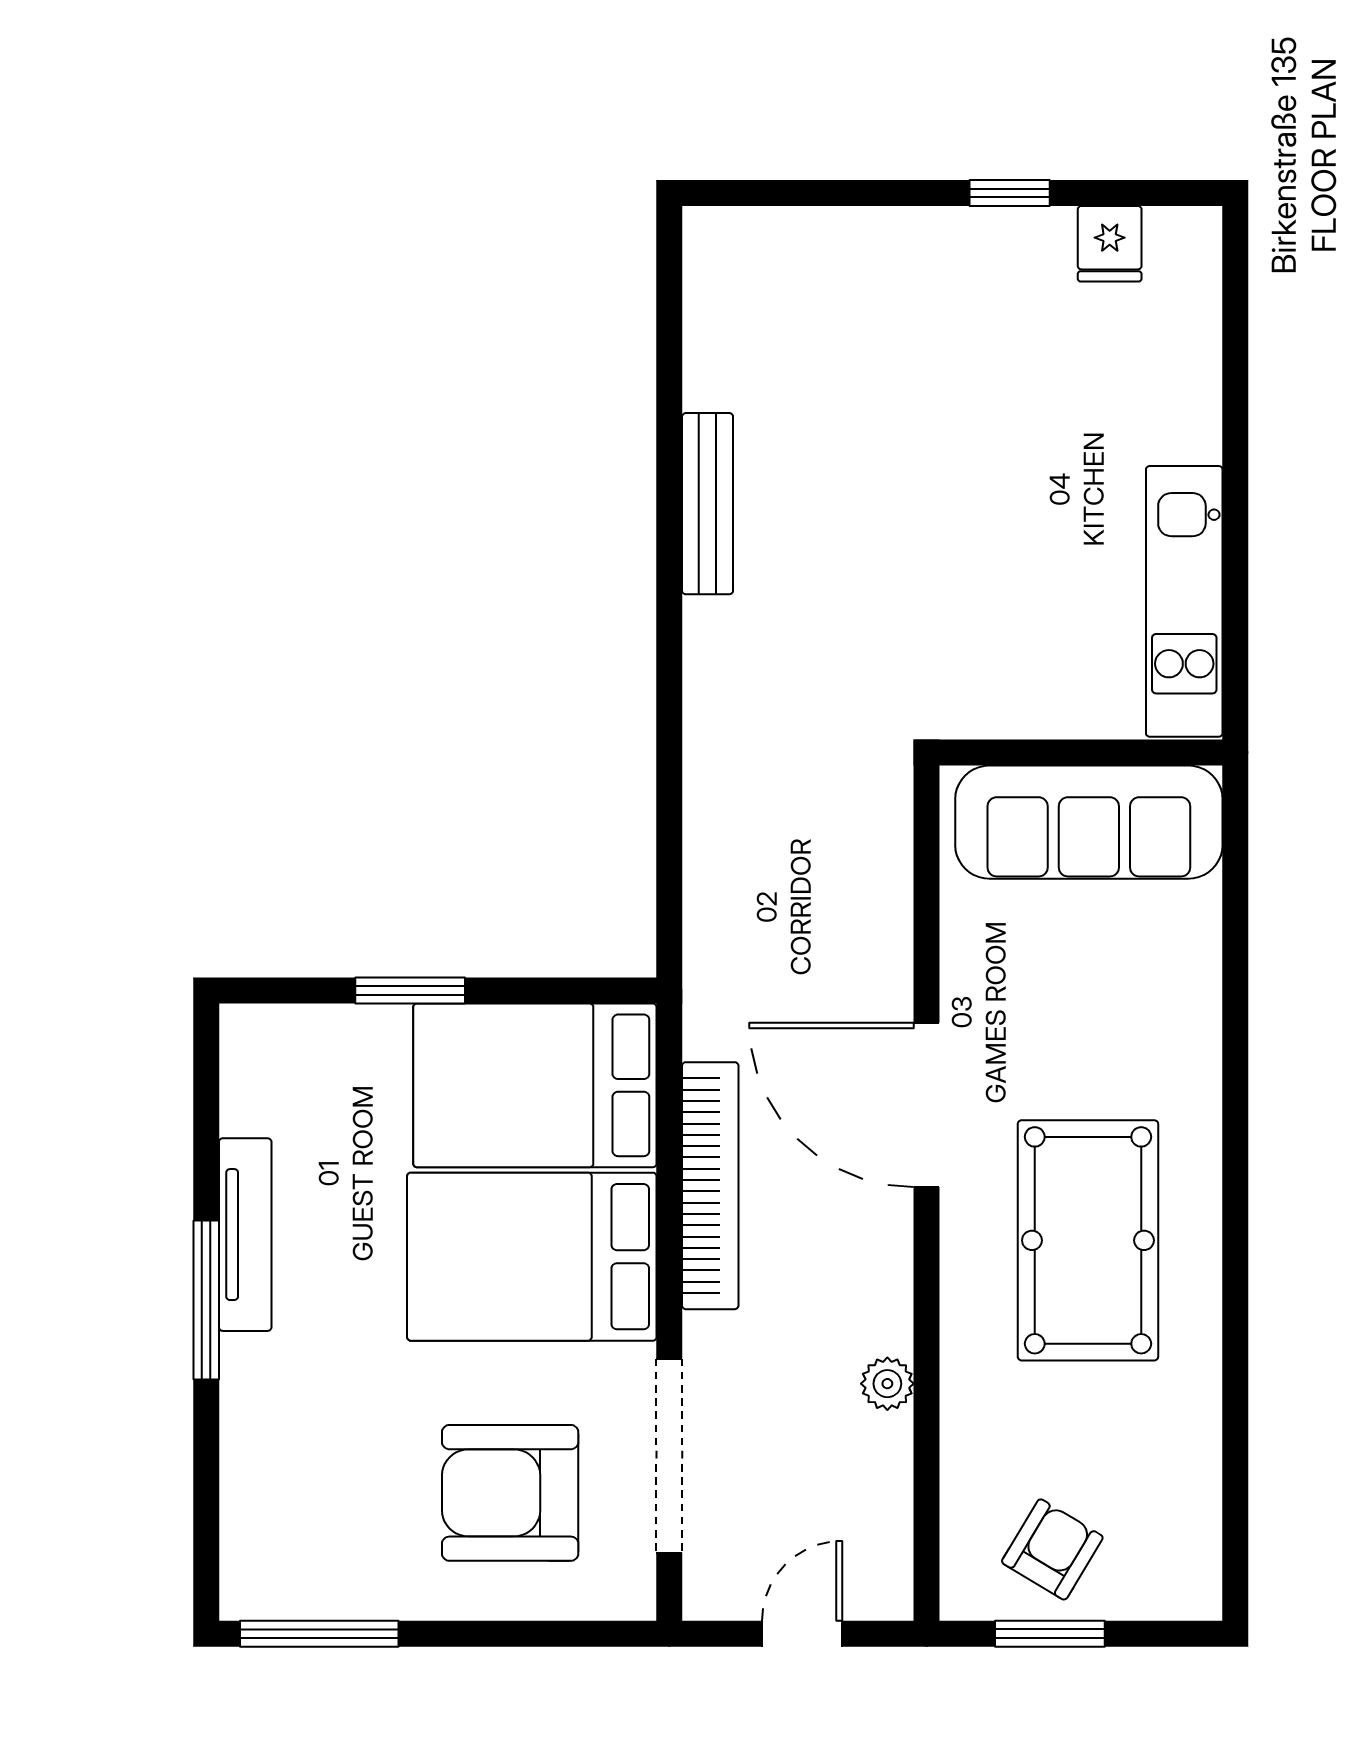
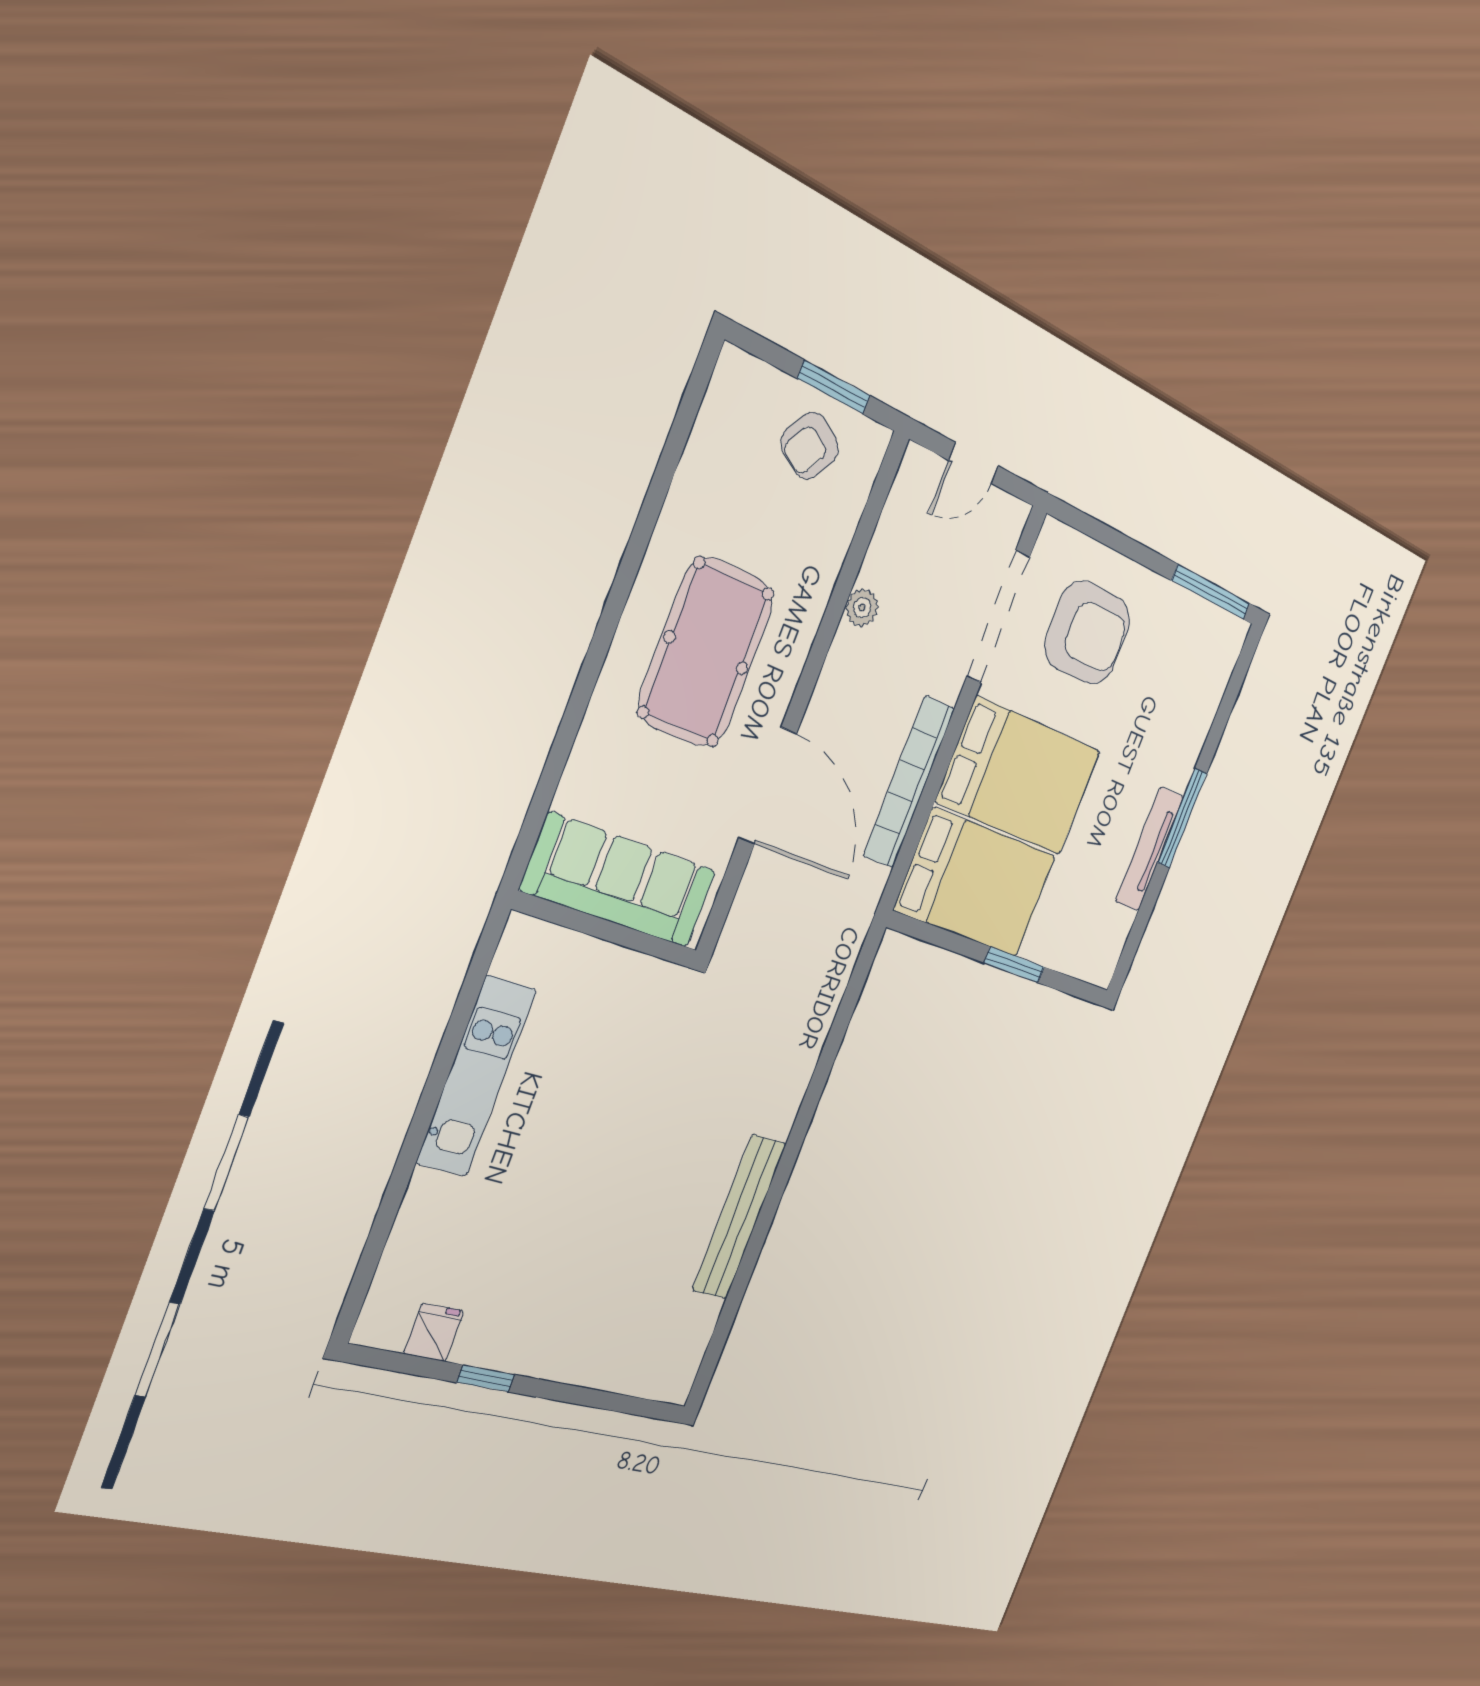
bench: (708, 504) -> (739, 1217), width x1.37, depth x1.21
wall: (1081, 752) -> (606, 930), moved
sofa: (1089, 822) -> (619, 881), moved

